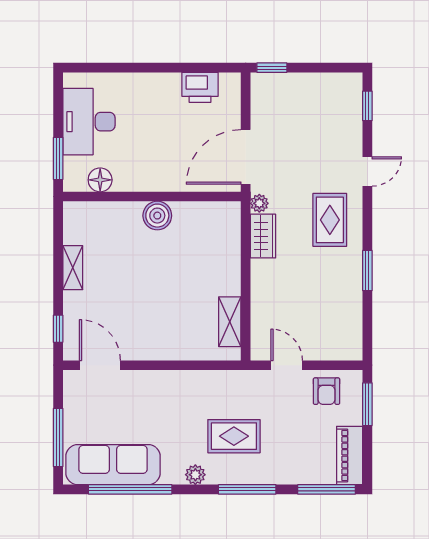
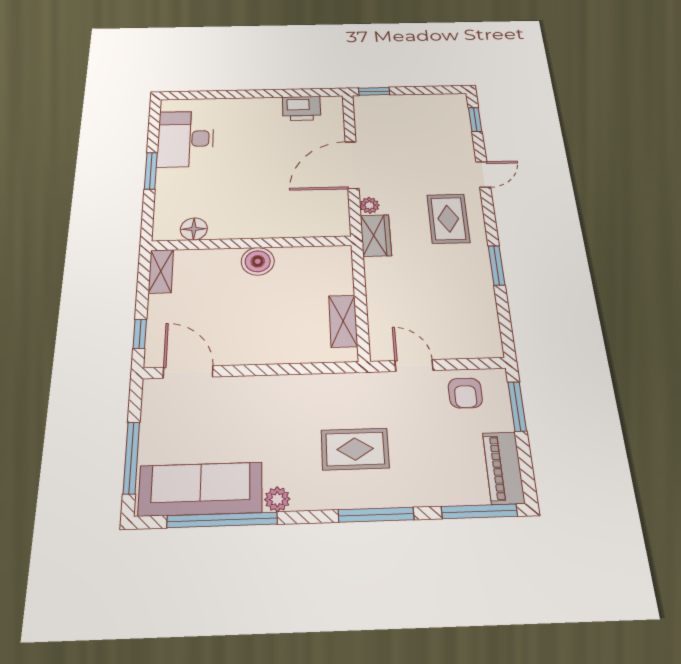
floor lamp: (100, 180) -> (194, 229), moved
wall: (152, 197) -> (252, 243), moved
boiler: (157, 216) -> (258, 261), moved
plant: (195, 475) -> (277, 499), moved

